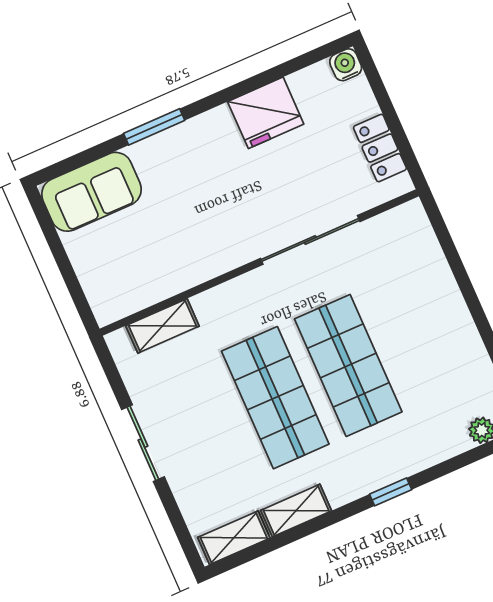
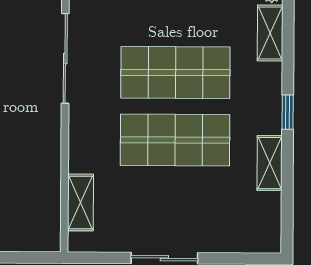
window: (391, 492) -> (288, 112), moved
shelving: (234, 538) -> (270, 33), moved

